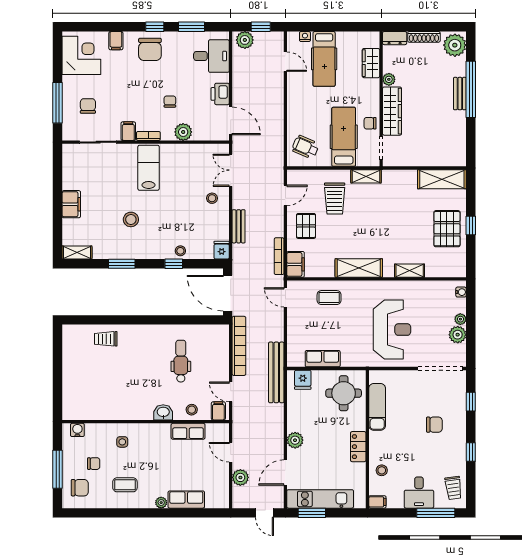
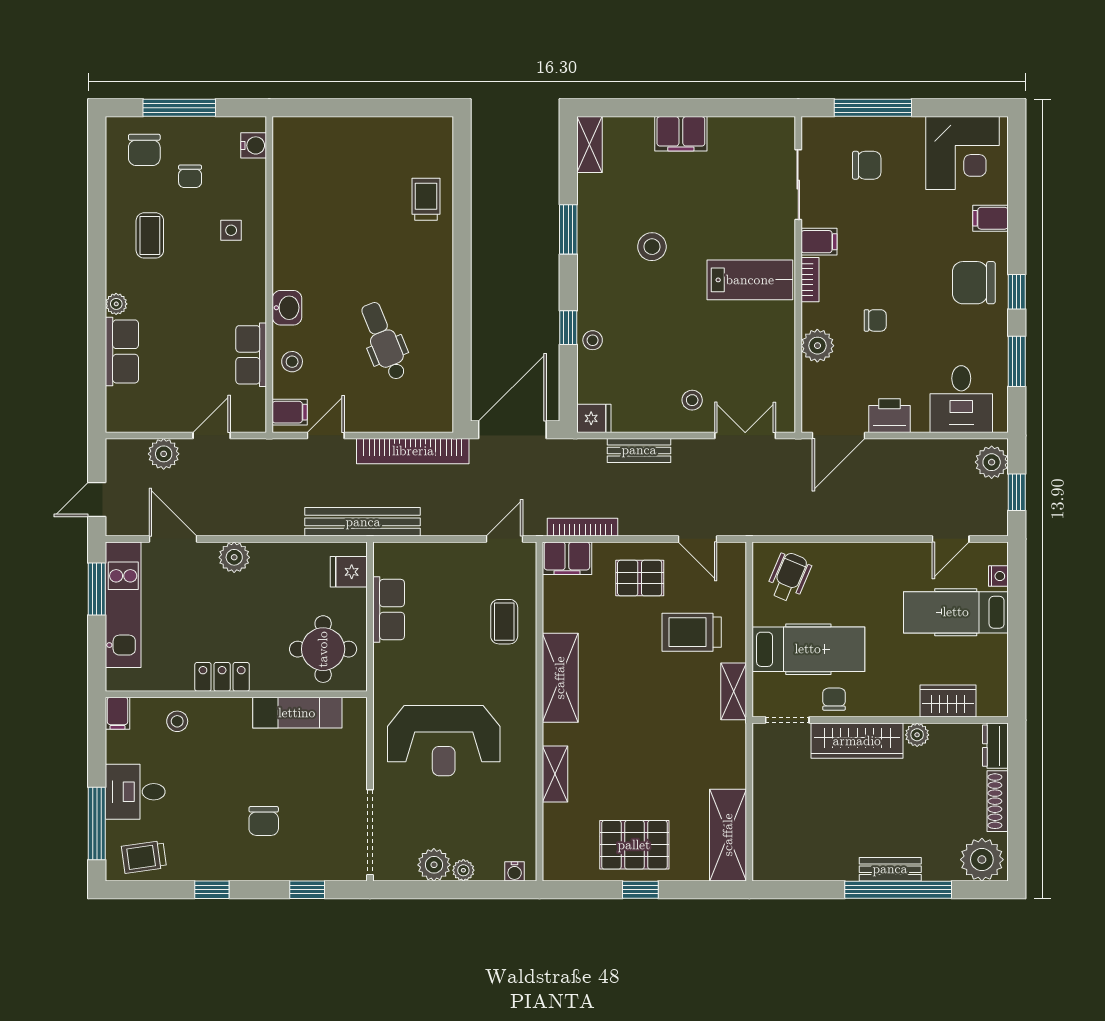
dental chair: (181, 361) -> (384, 341), turned -112

